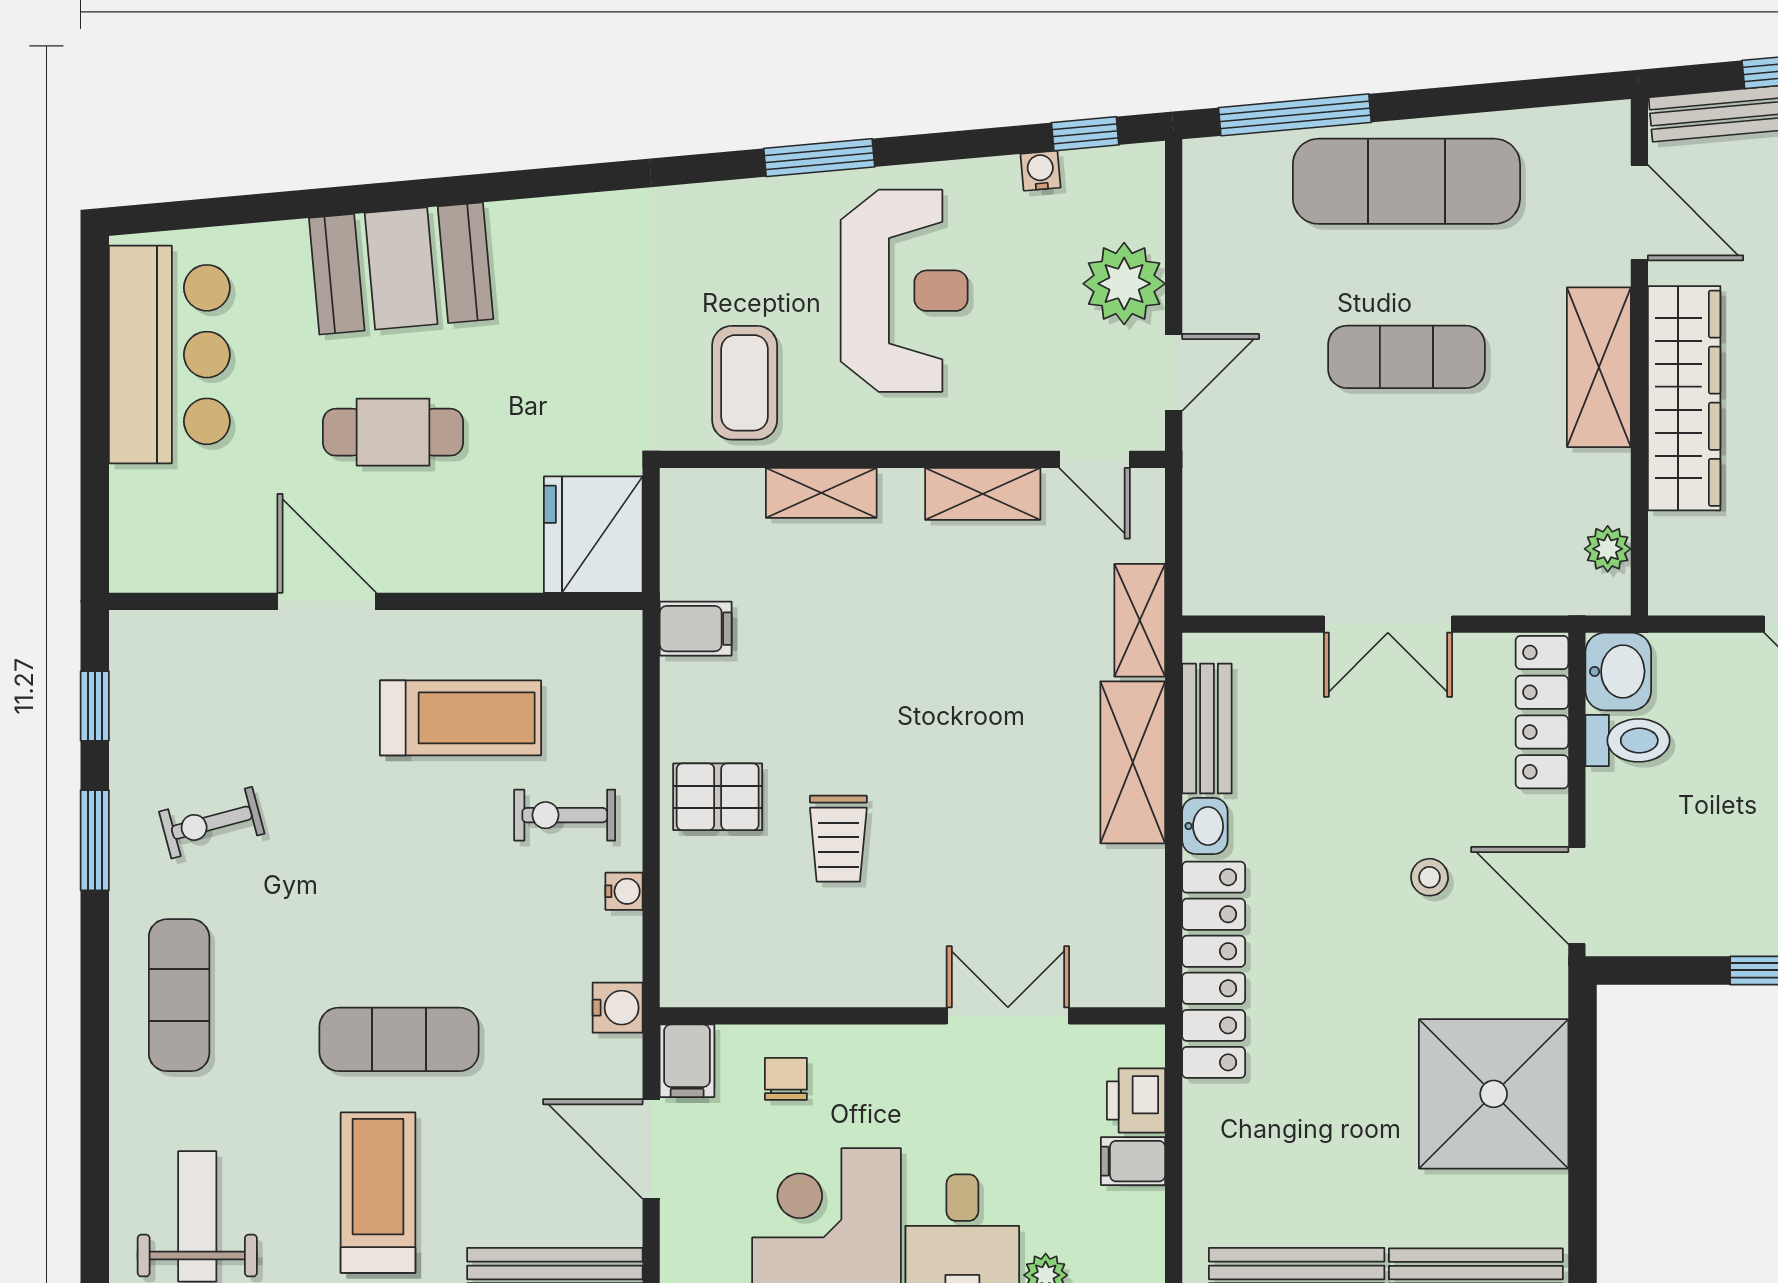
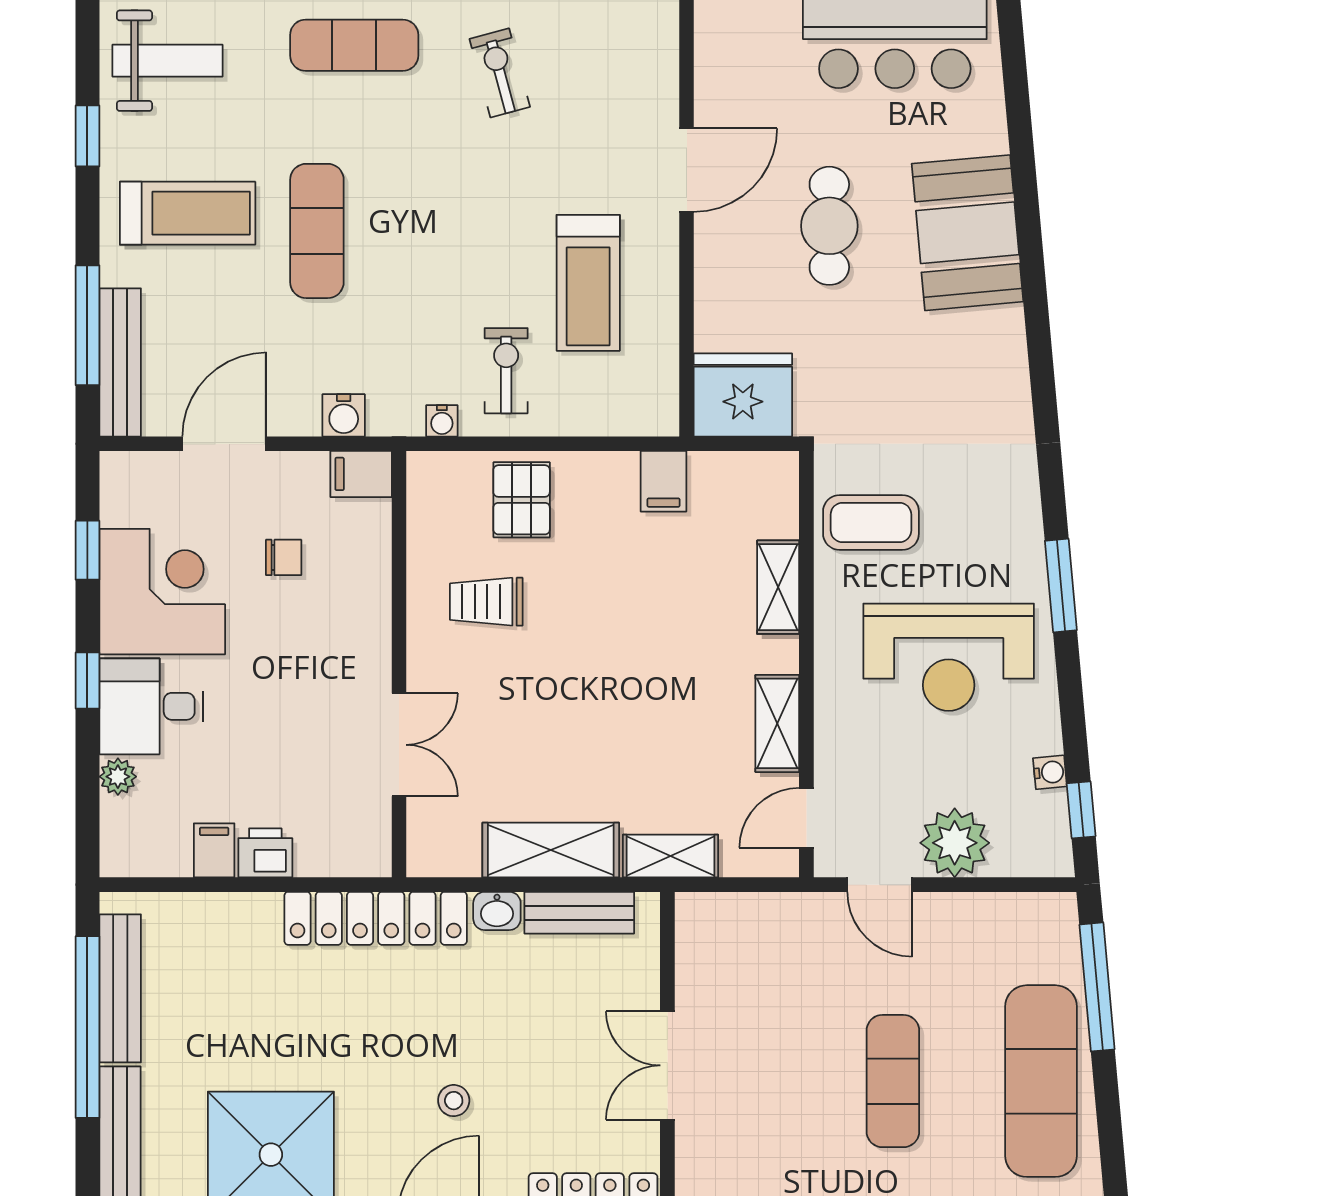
wall: (912, 1016) -> (399, 664), moved
double door: (1008, 1016) -> (399, 745), moved
filing cabinet: (687, 1061) -> (361, 474), moved

